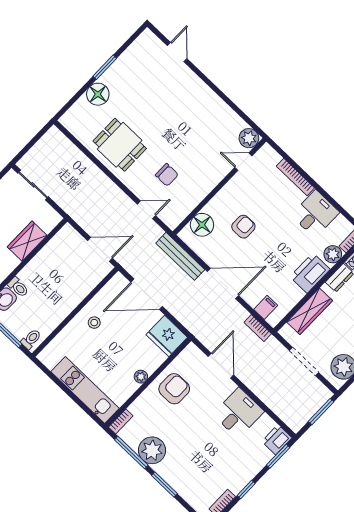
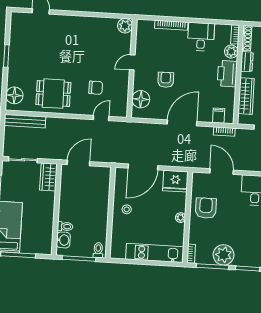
floor lamp: (98, 94) -> (14, 95), moved
door: (243, 162) -> (132, 62), moved
wardrobe: (27, 241) -> (48, 177), moved
door: (100, 249) -> (78, 163), moved
bench: (180, 256) -> (25, 121), moved

